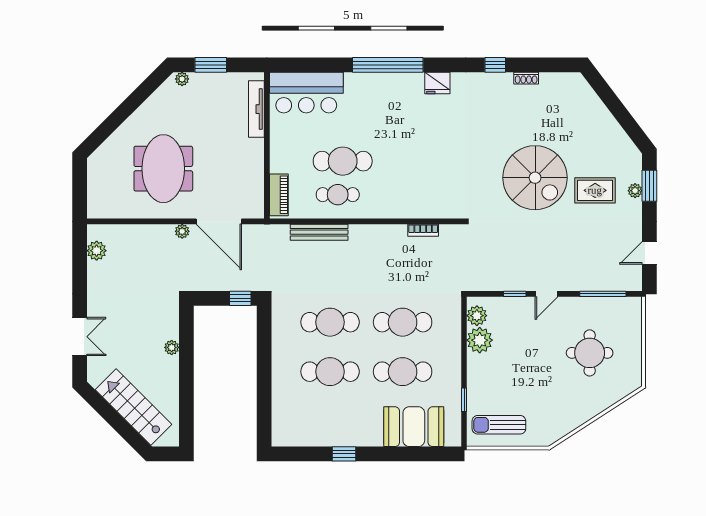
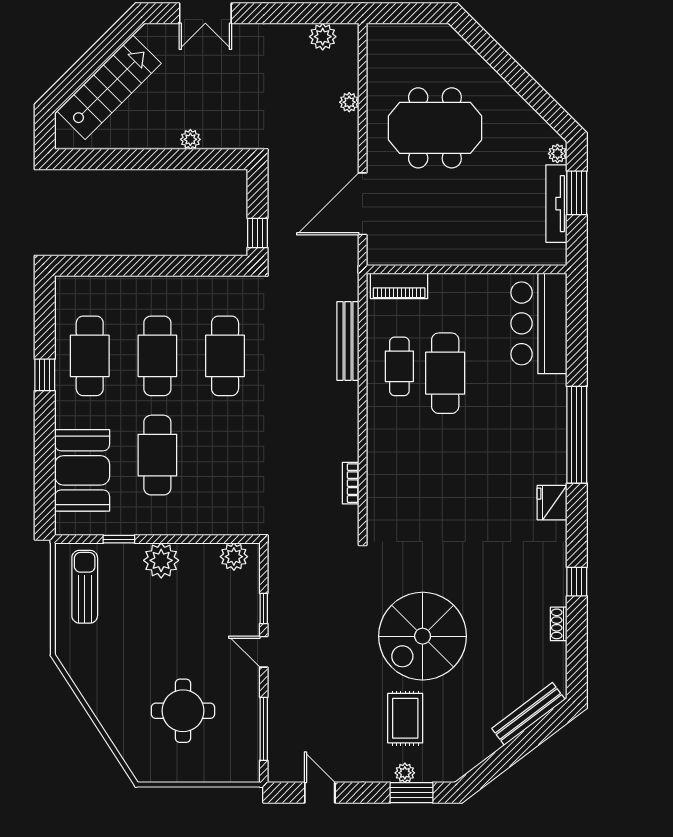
bench: (592, 100) -> (528, 714), added
tv unit: (256, 109) -> (556, 204), moved, turned -90
plant: (182, 231) -> (349, 102), moved
cafe table: (403, 322) -> (90, 356), moved
plant: (480, 340) -> (161, 560), moved

